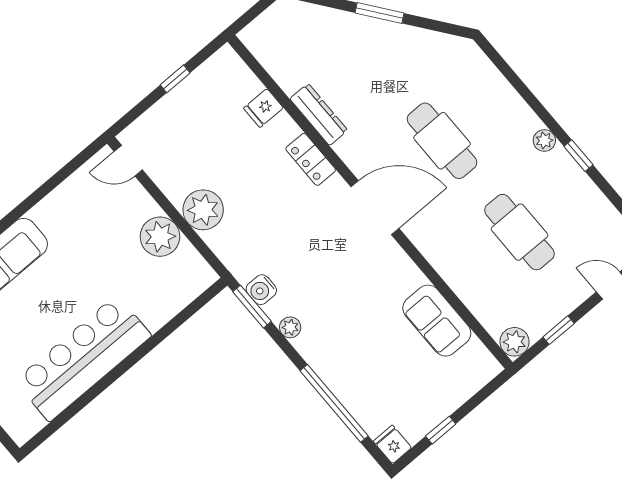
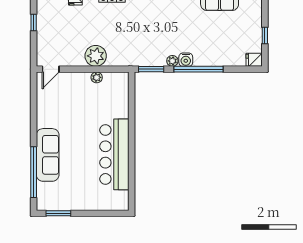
plant: (160, 237) -> (97, 77), width x0.53, depth x0.53
water cooler: (261, 290) -> (186, 60), moved
window: (334, 403) -> (198, 69), moved

